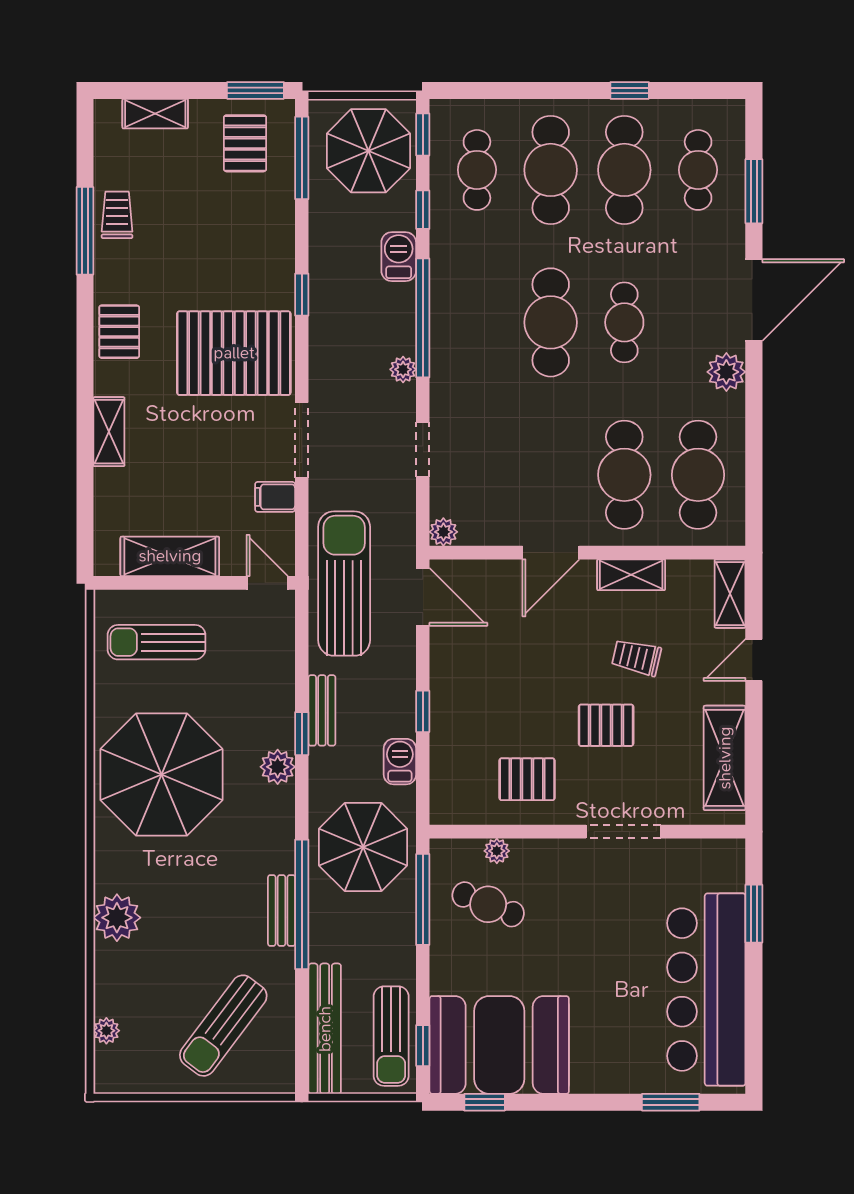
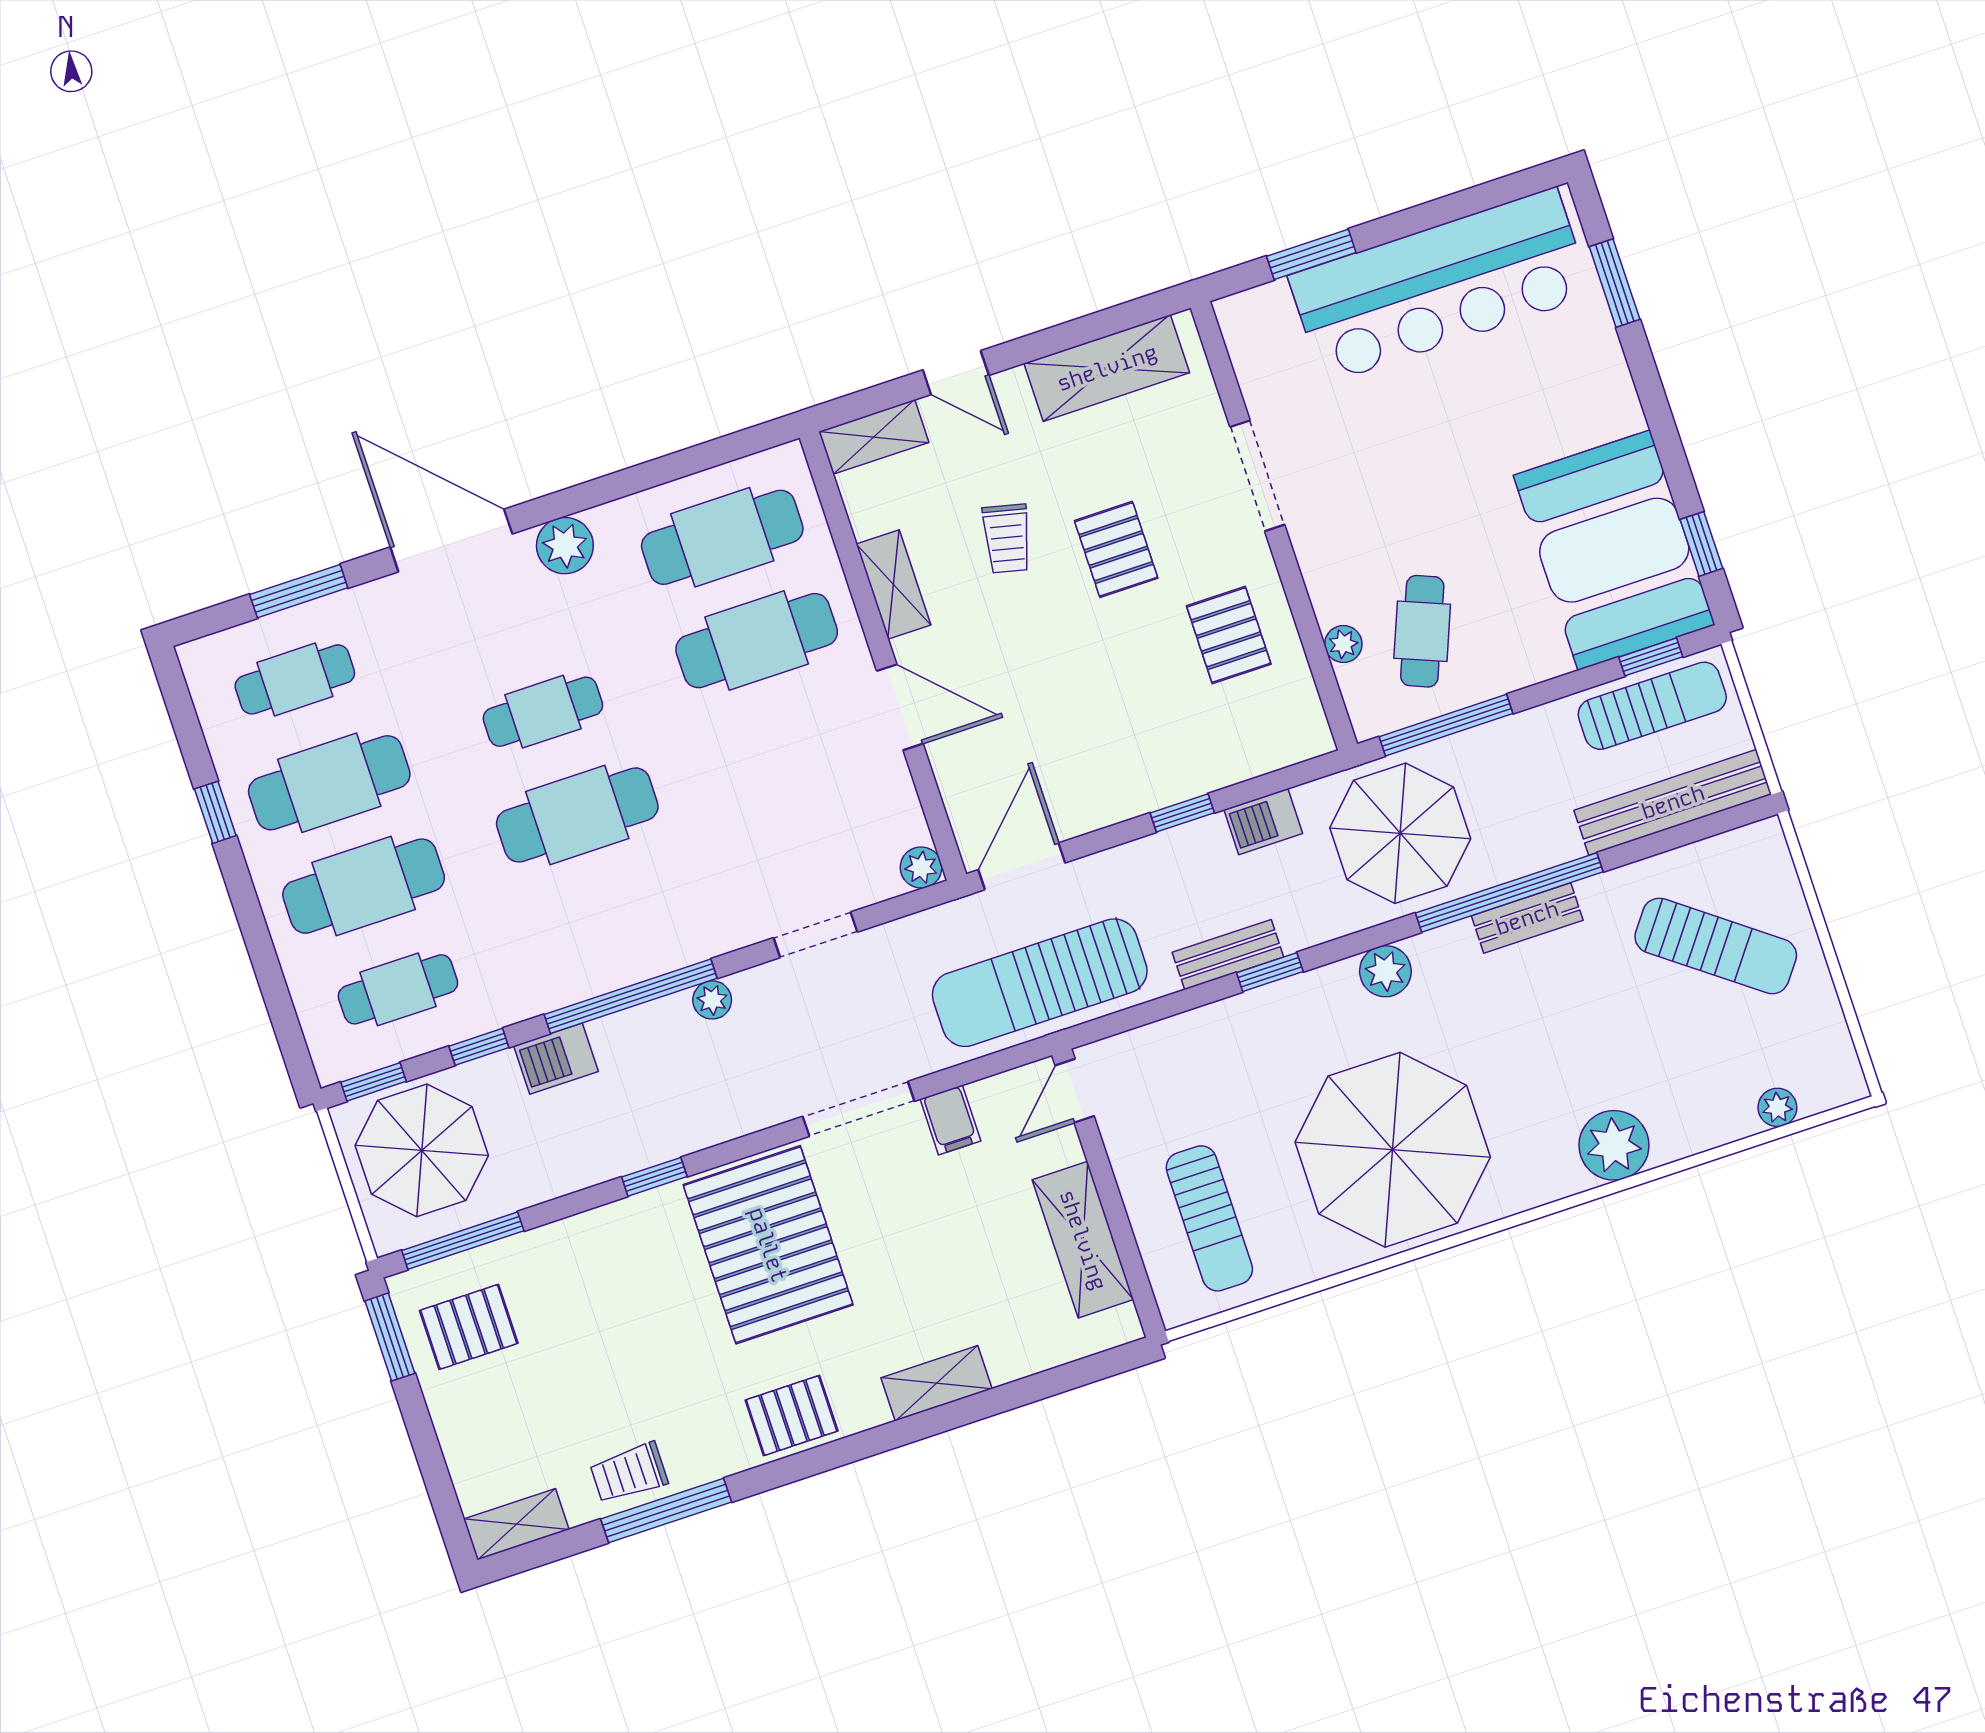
shelving: (155, 114) -> (516, 1524), moved, turned 90
plant: (278, 767) -> (1385, 971), moved

